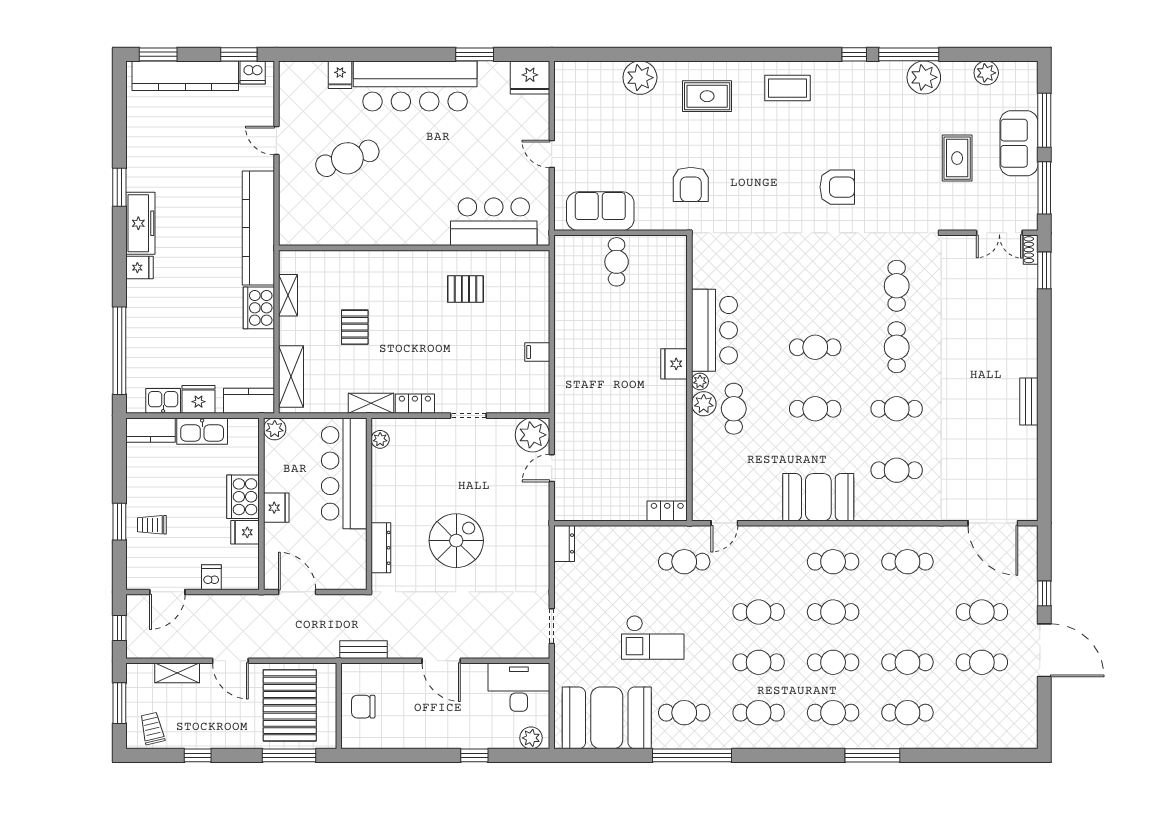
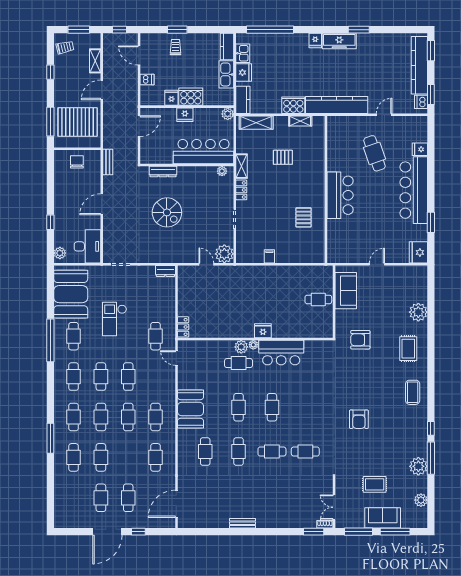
bar counter: (494, 222) -> (340, 195), moved

